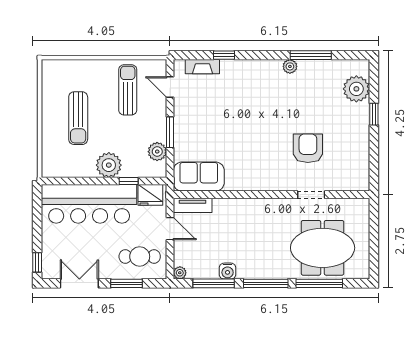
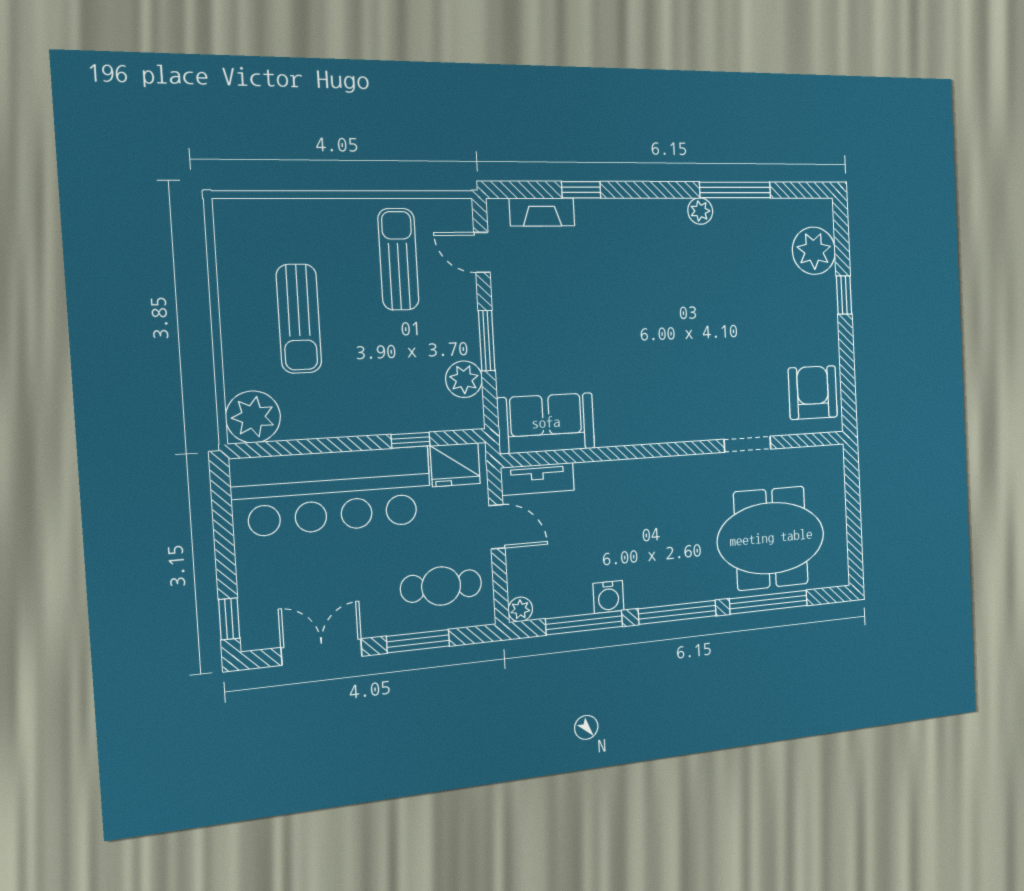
armchair: (308, 148) -> (813, 393), moved
plant: (109, 165) -> (253, 417), moved

